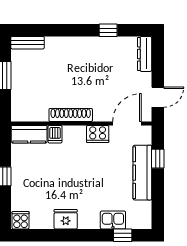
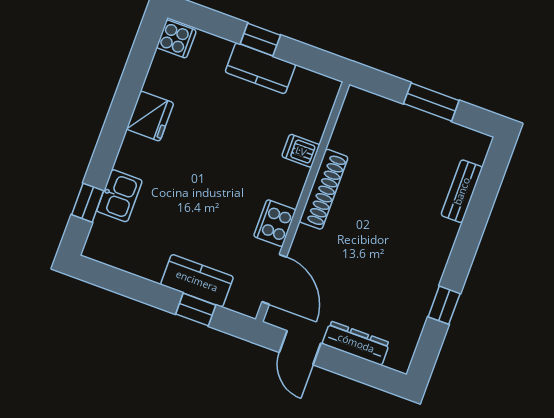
bench: (28, 43) -> (462, 191), moved
dresser: (145, 54) -> (356, 343), moved
kitchen counter: (29, 134) -> (260, 68), moved, turned -90
kitchen counter: (142, 173) -> (197, 281), width x0.67

